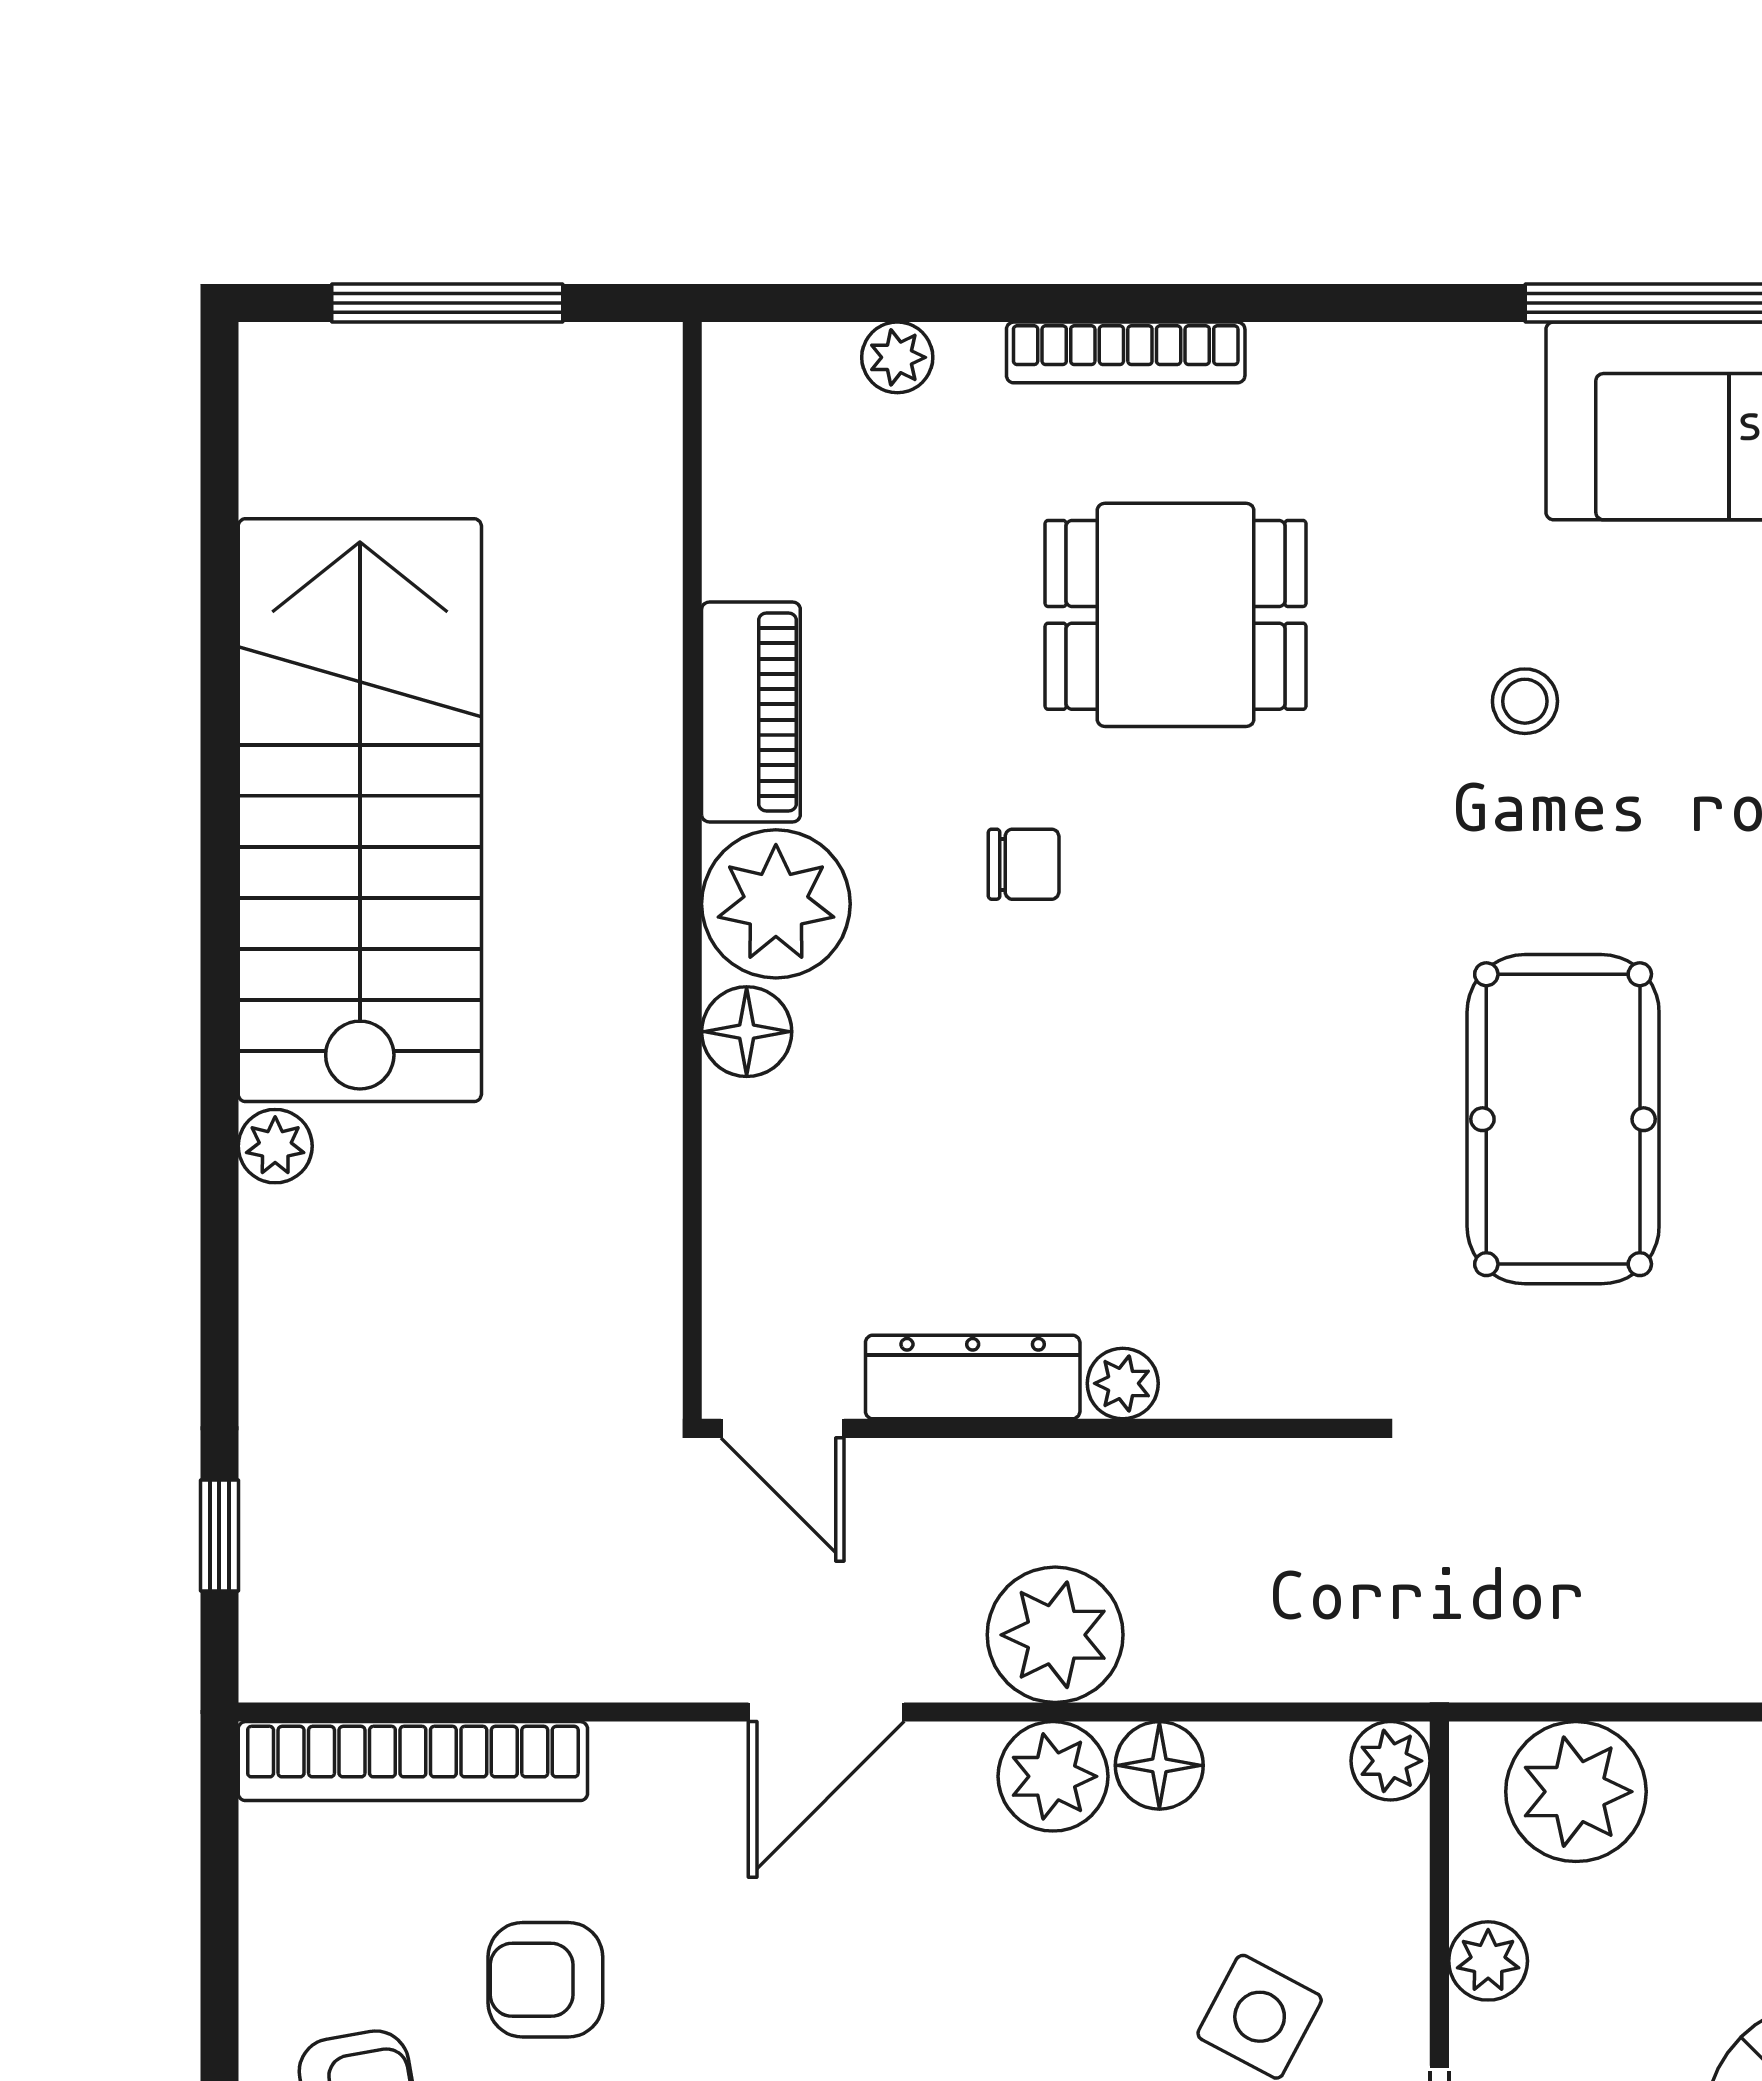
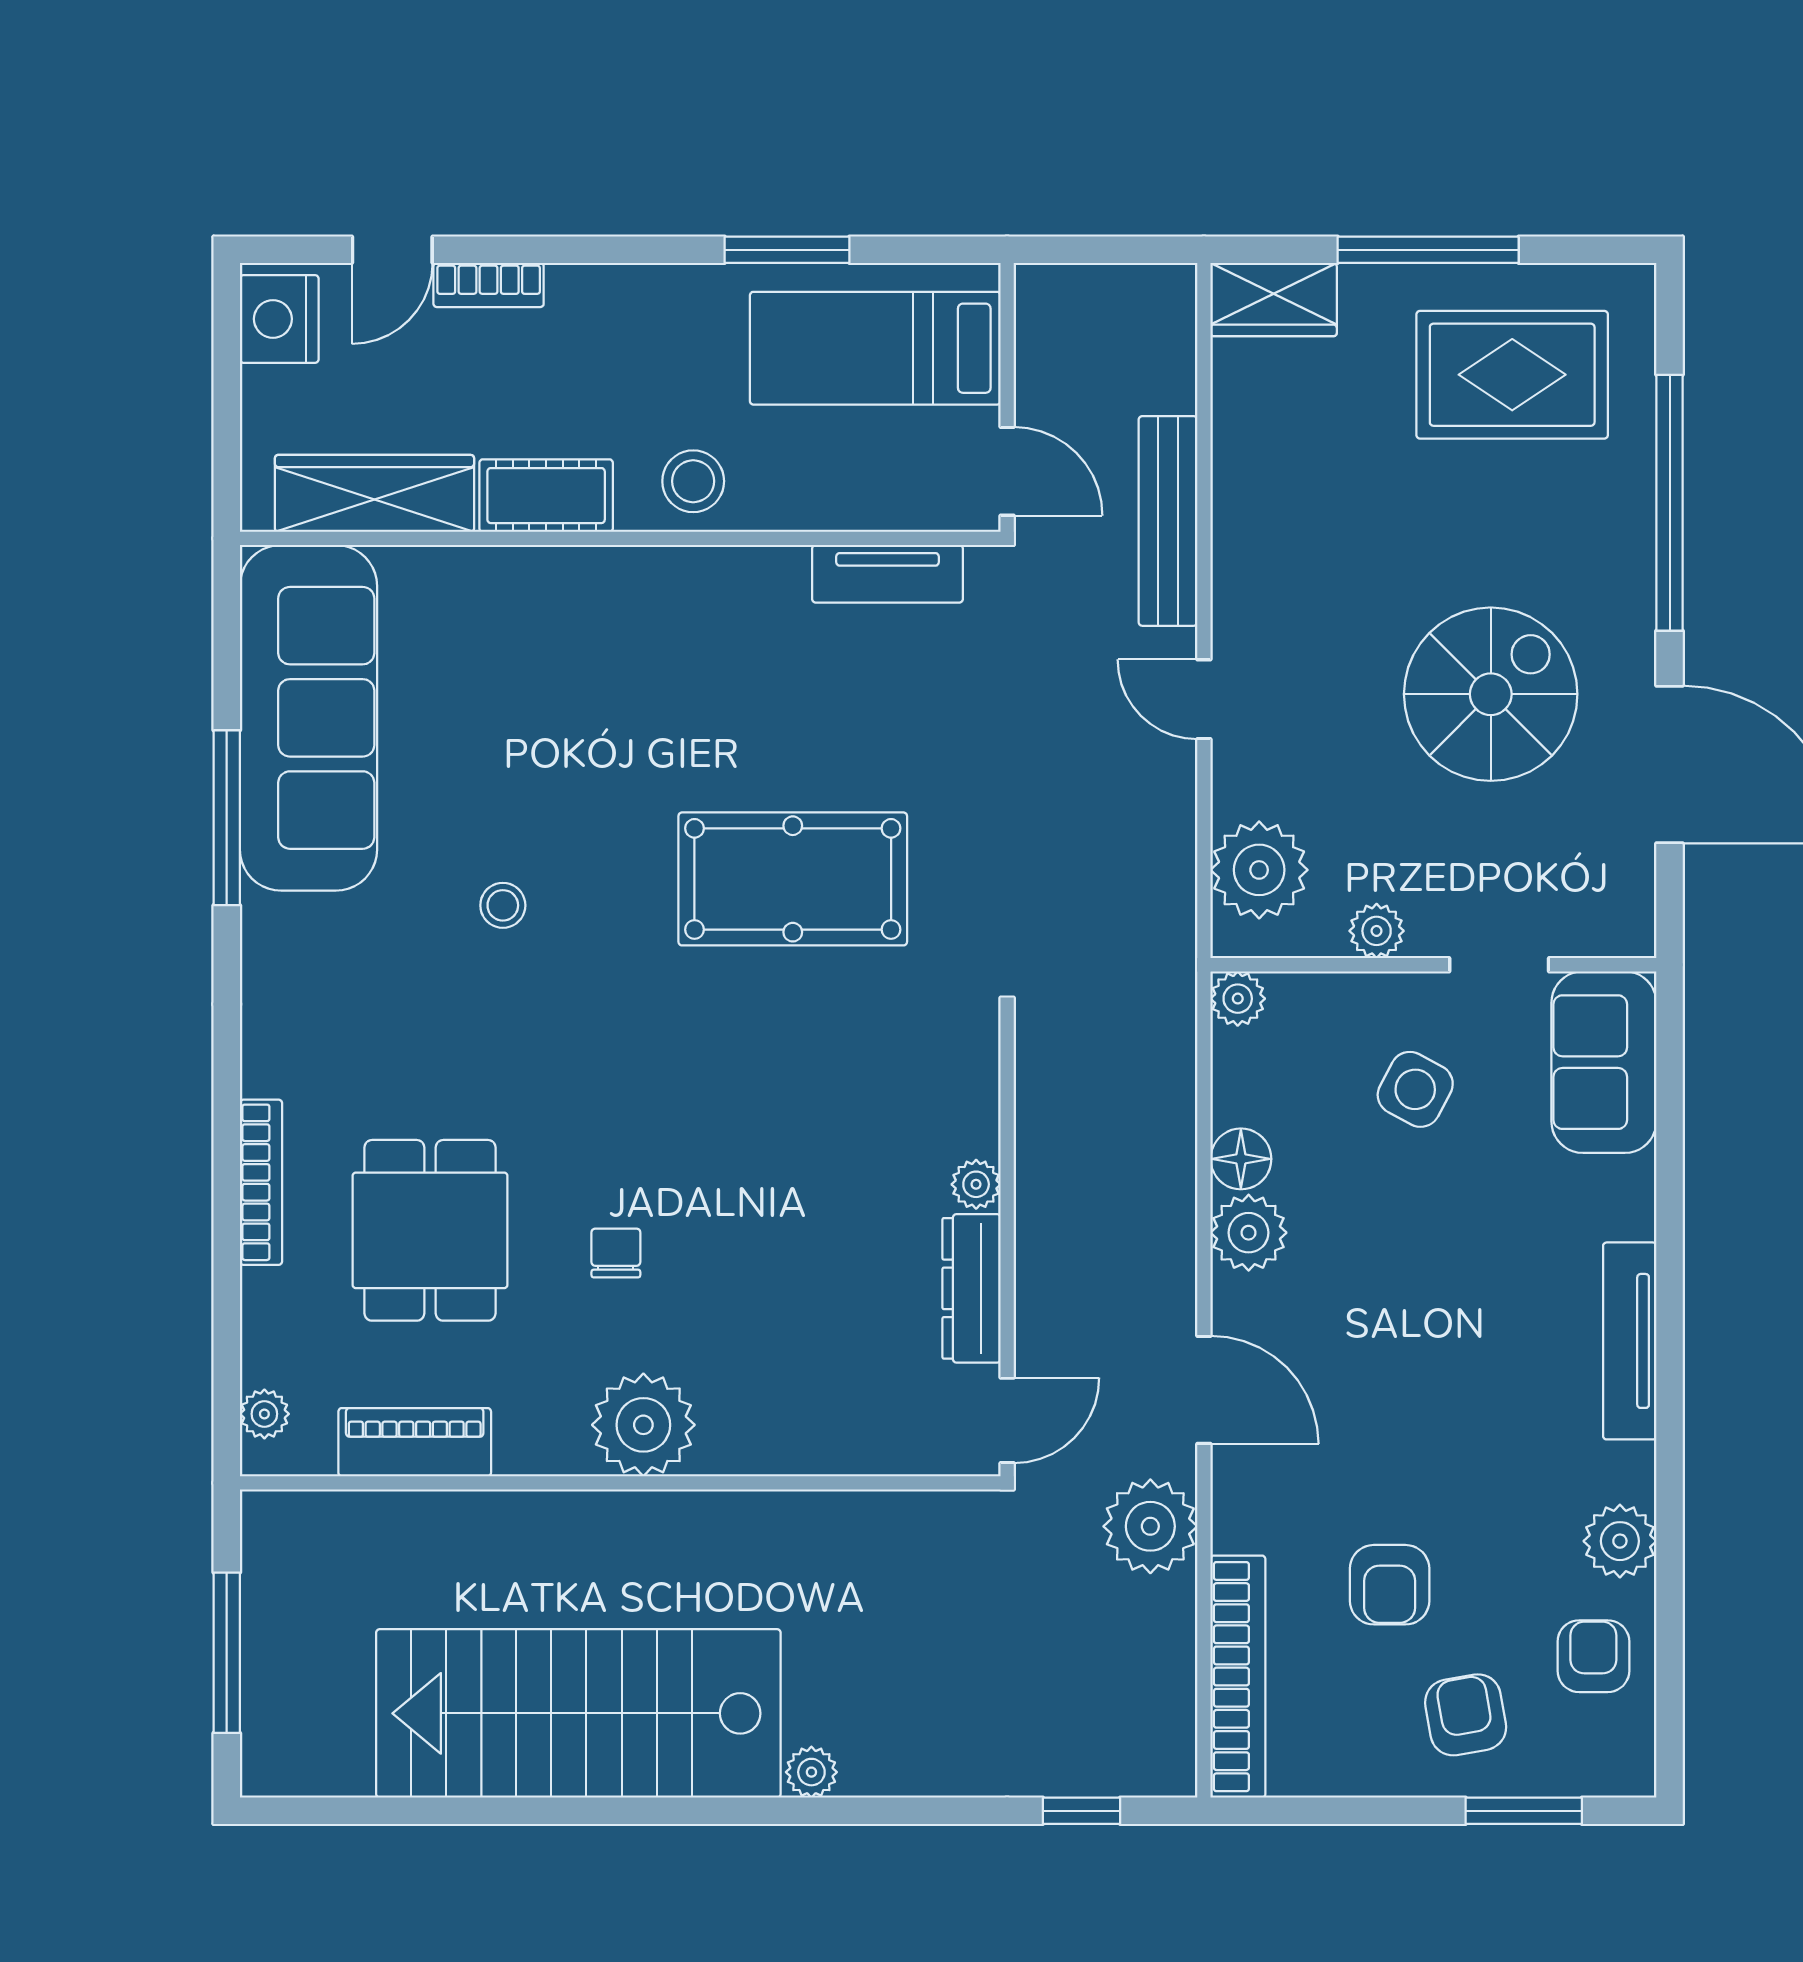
plant: (897, 357) -> (264, 1414), moved
dining table: (1176, 615) -> (430, 1230), moved
piano: (751, 712) -> (415, 1442), moved
floor lamp: (747, 1032) -> (732, 1445), removed
plant: (1055, 1635) -> (1150, 1526), moved

